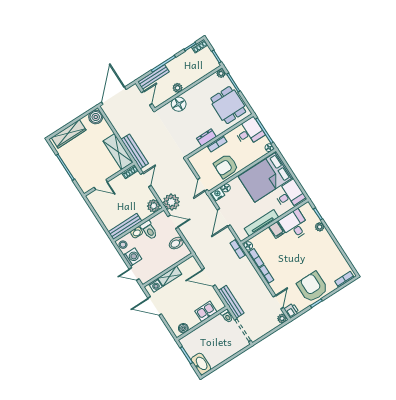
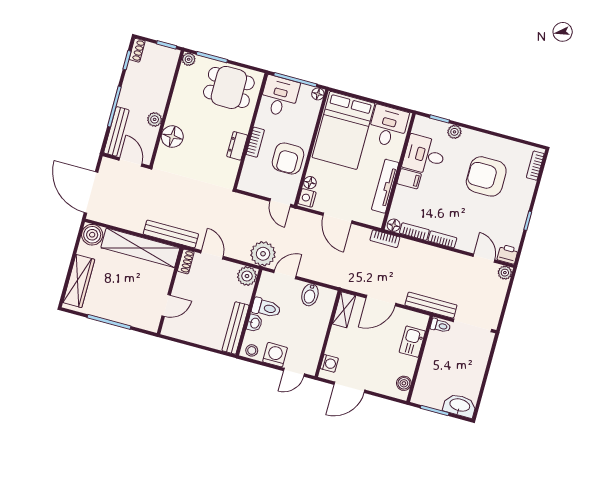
shelving: (118, 152) -> (140, 248), width x1.47
shelving: (170, 276) -> (344, 310), moved
armchair: (312, 287) -> (486, 176), moved

